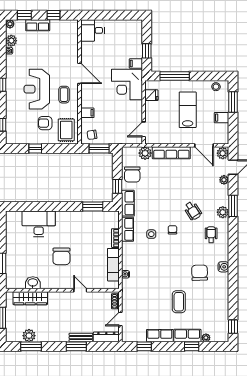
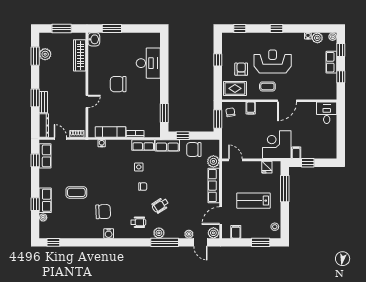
lab bench: (188, 110) -> (253, 201), turned 180
filing cabinet: (221, 118) -> (236, 232), moved
window: (233, 206) -> (165, 242), width x1.44
washbasin: (33, 283) -> (94, 39), moved
row of seats: (160, 336) -> (45, 156), moved

